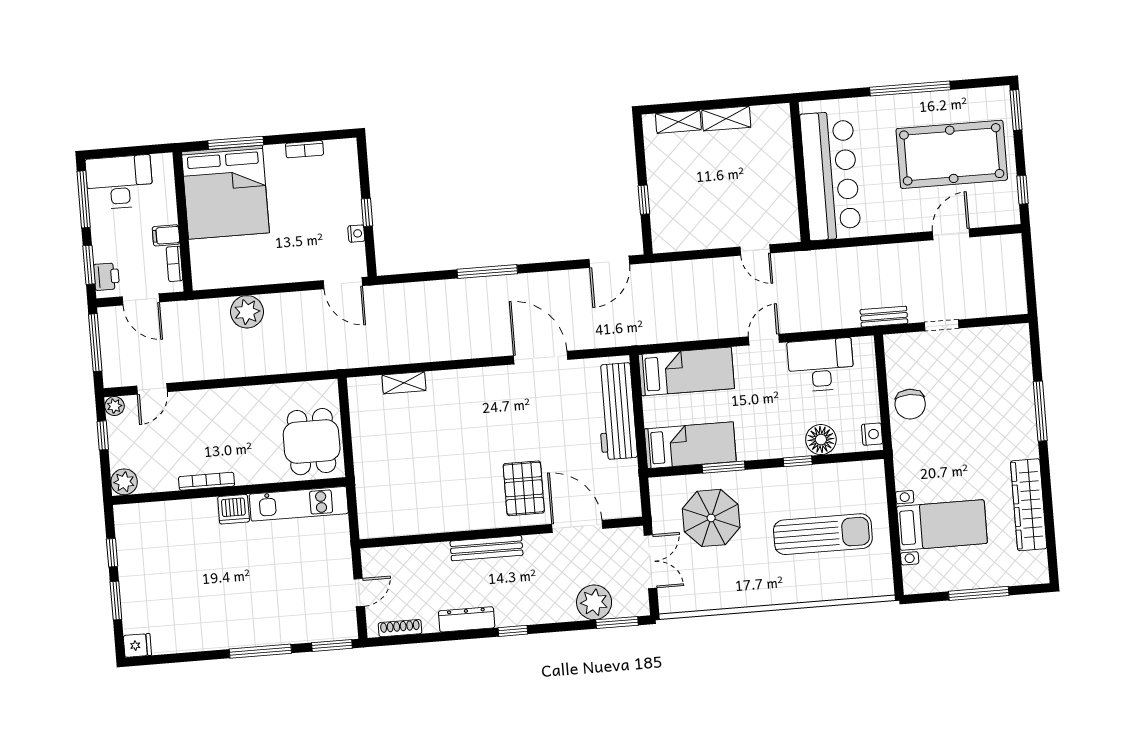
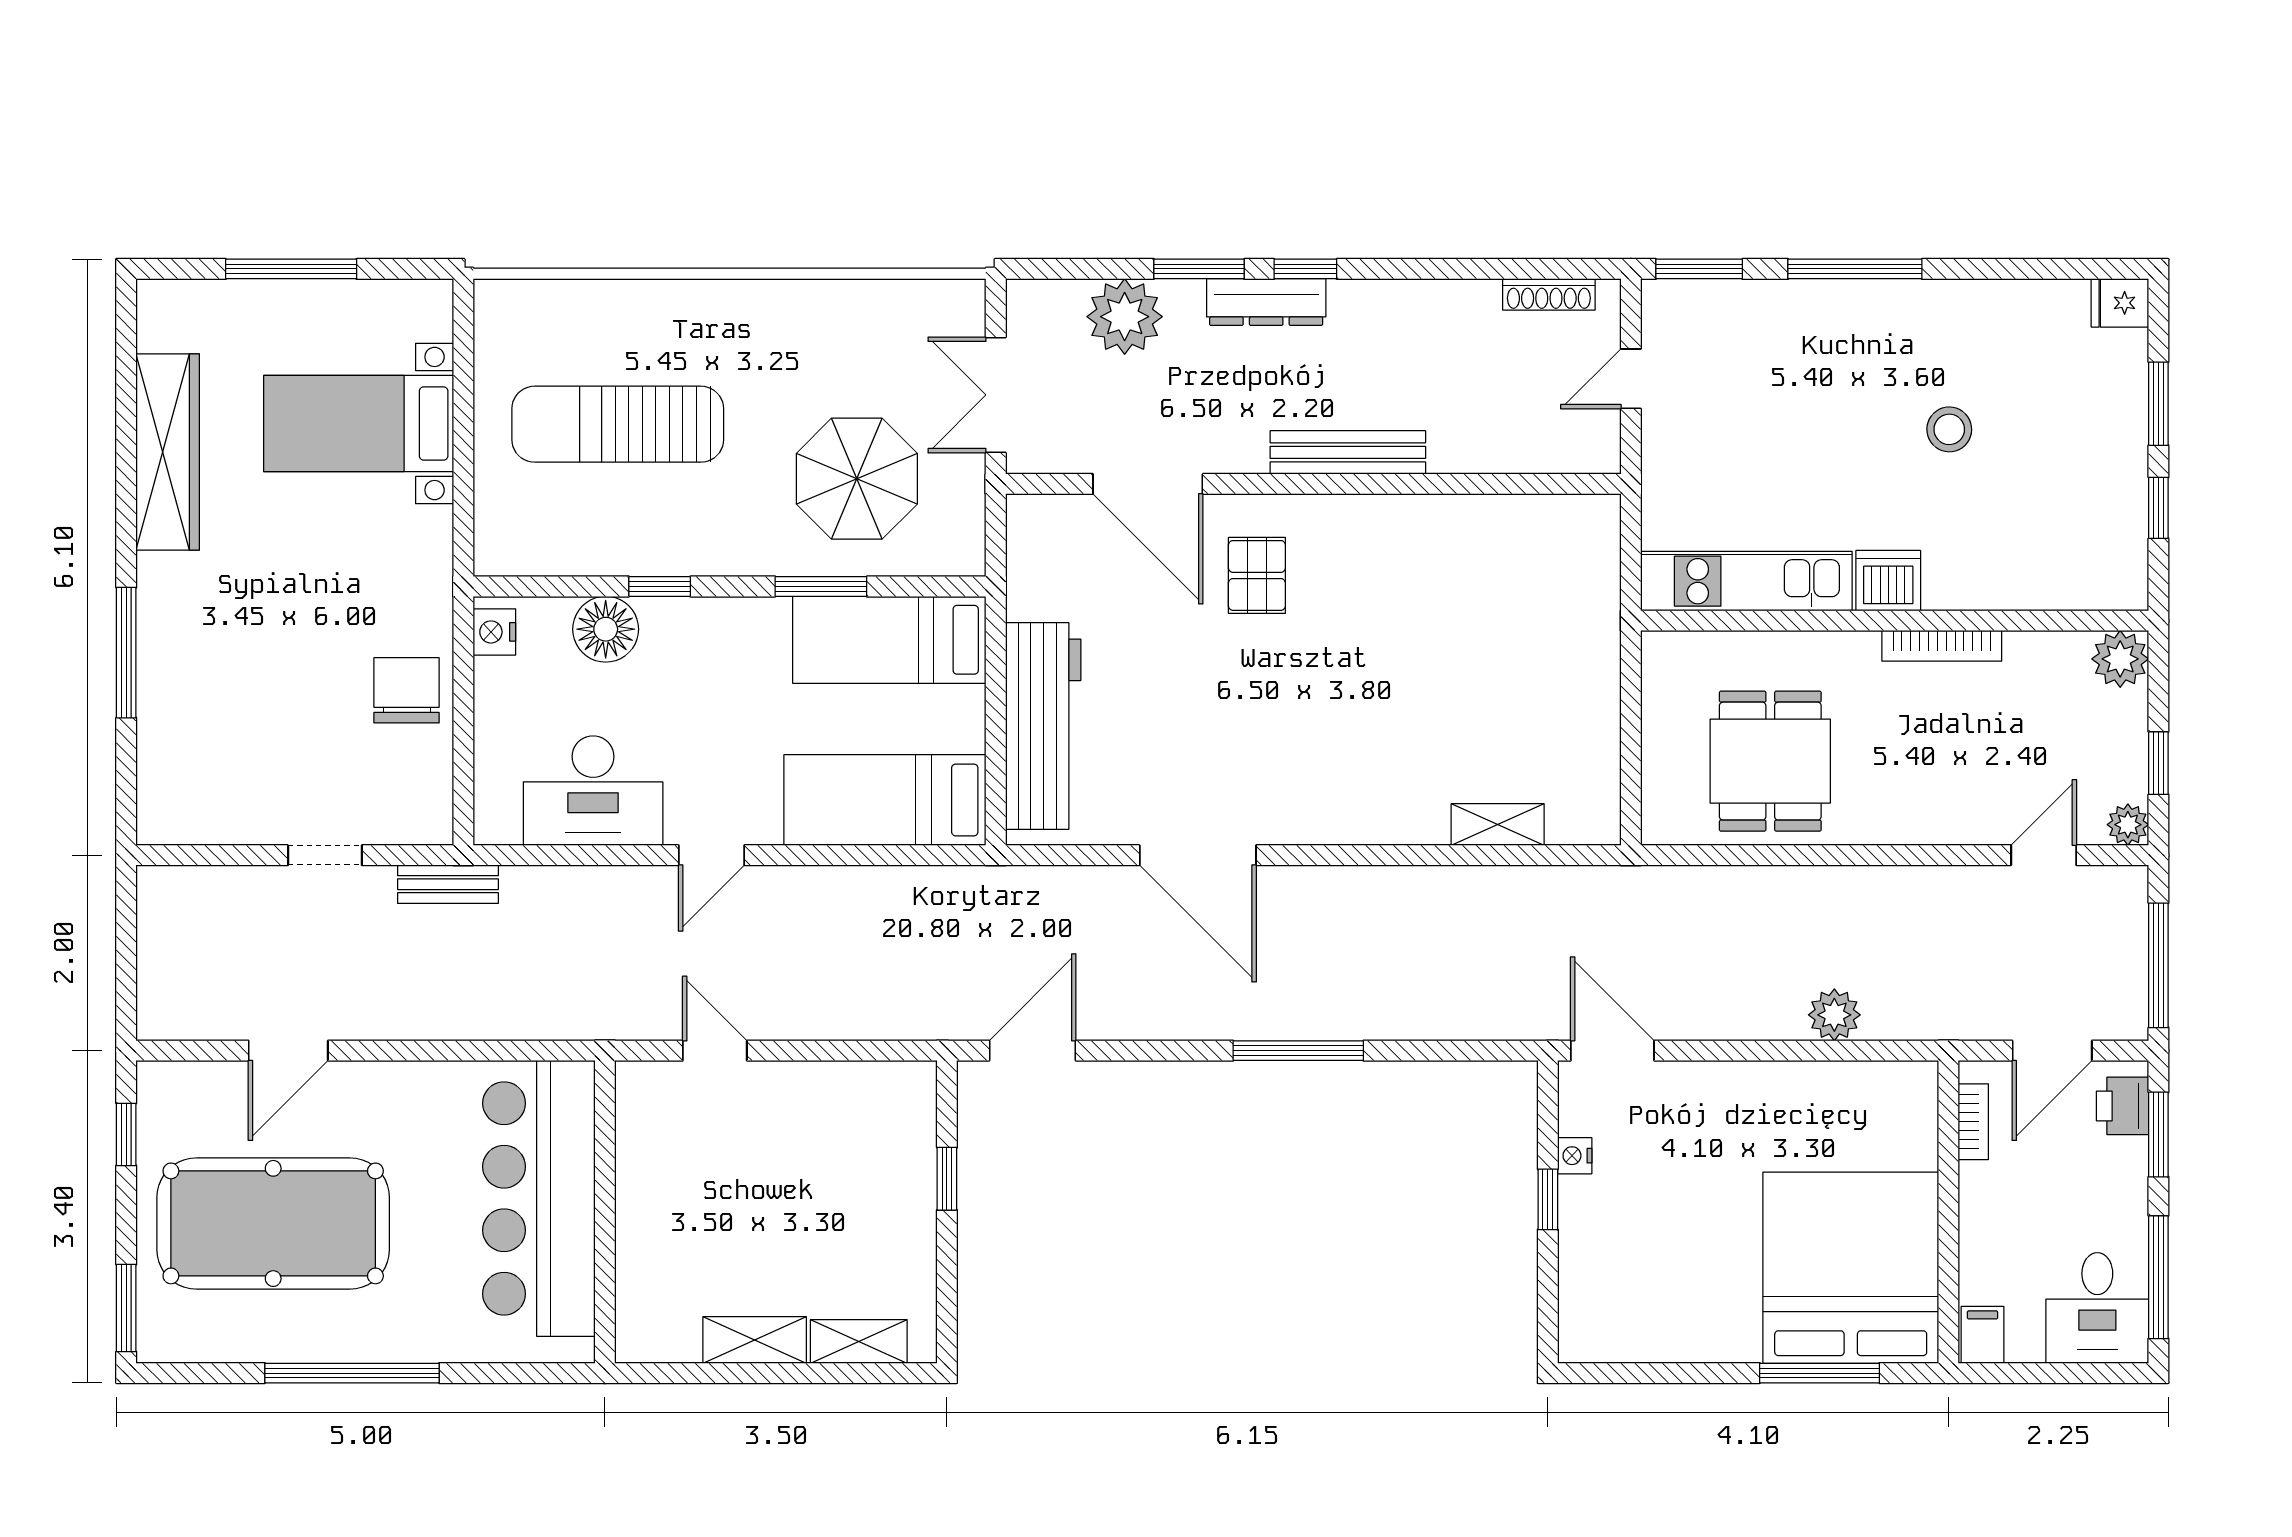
bookcase: (304, 149) -> (1672, 1347), removed
desk: (119, 182) -> (2097, 1308), width x0.73
filing cabinet: (166, 235) -> (1982, 1335), moved, turned -90
door: (141, 299) -> (2052, 1051), swing flipped
plant: (247, 312) -> (1834, 1015), width x0.73, depth x0.73
dining table: (312, 442) -> (1770, 761), moved
pallet: (524, 488) -> (1257, 575), width x0.67, depth x0.71
stool: (211, 581) -> (1949, 429), added
dresser: (467, 619) -> (1266, 302), moved
window: (617, 623) -> (1199, 269), moved

